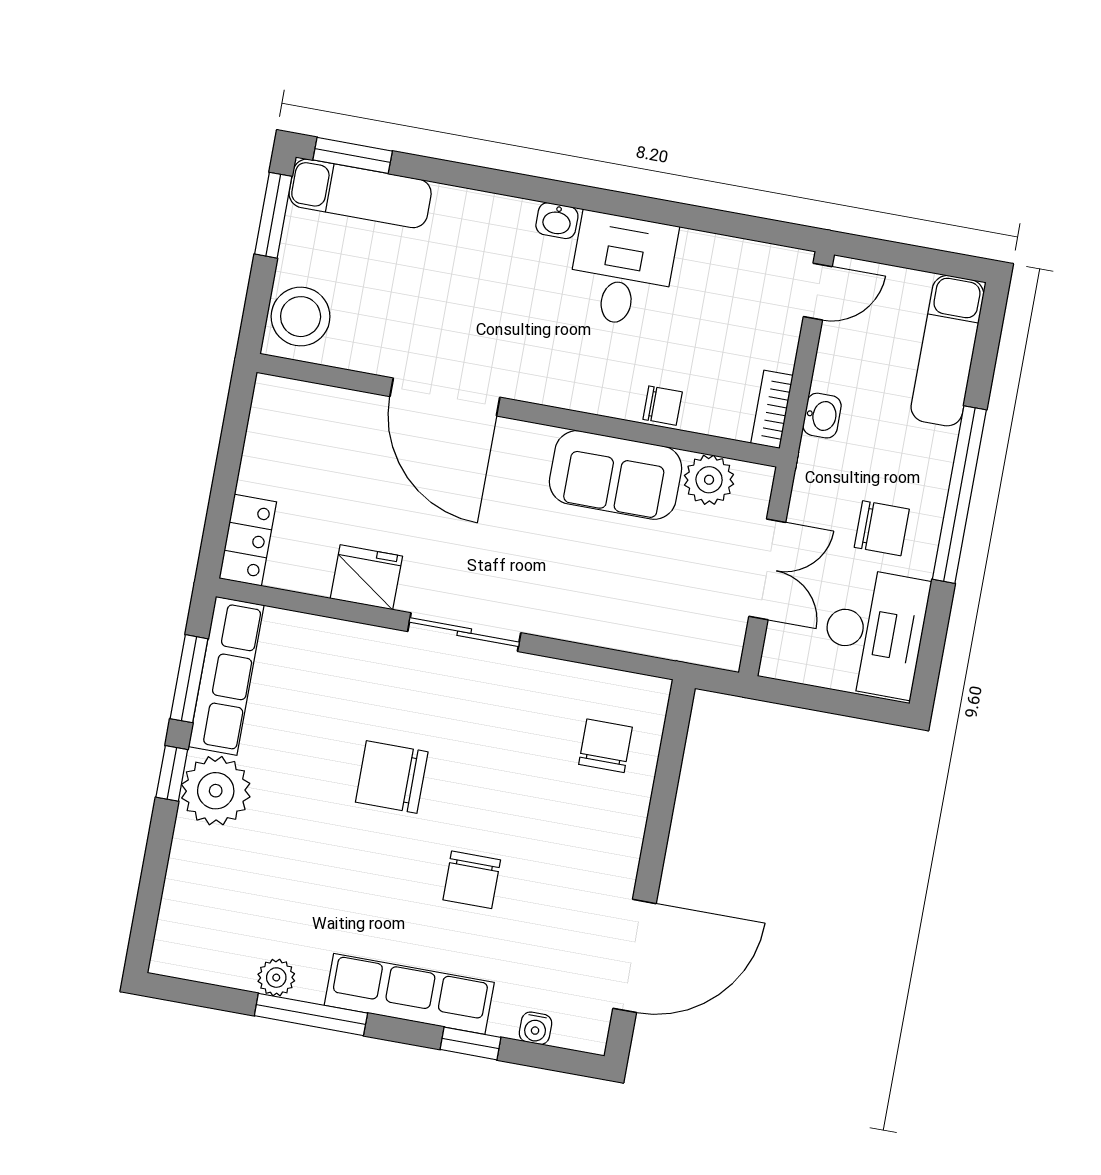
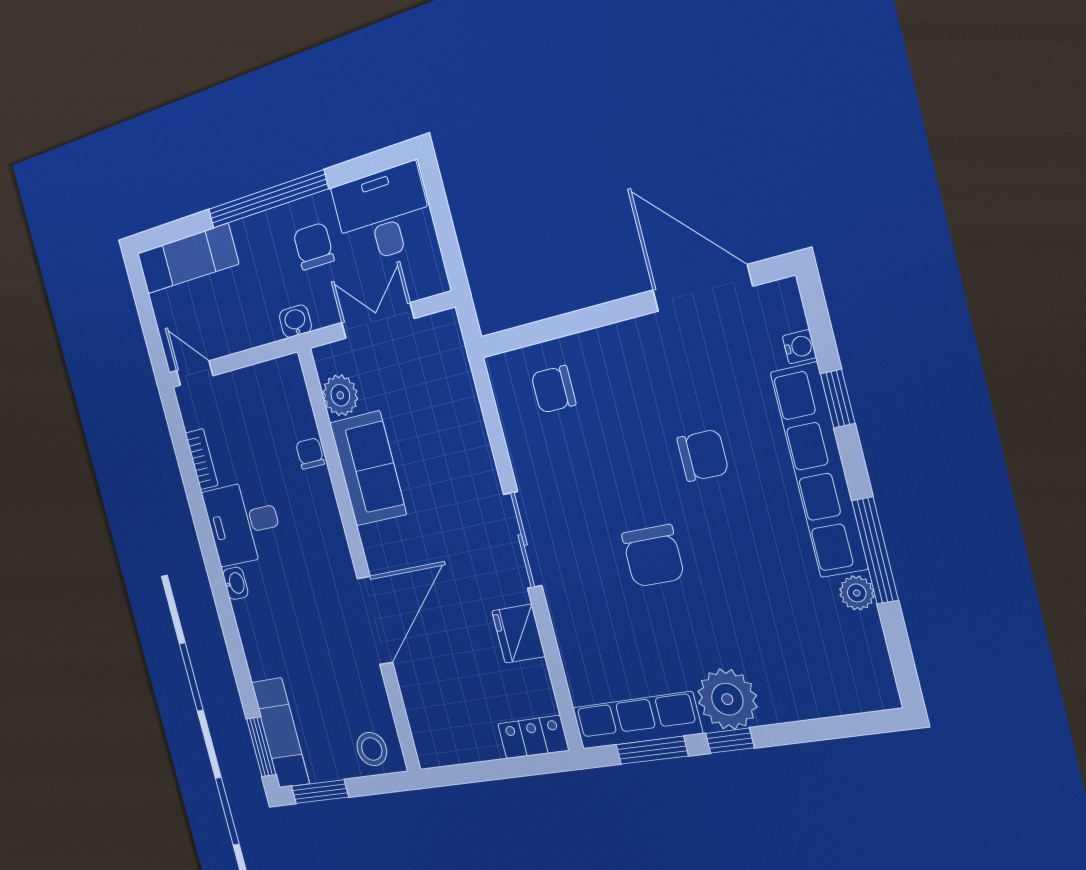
stool: (301, 317) -> (372, 749), width x0.73, depth x0.73
bookcase: (772, 409) -> (202, 459), moved, turned -90
washbasin: (822, 416) -> (295, 321), moved
row of seats: (409, 994) -> (819, 470), width x1.36

